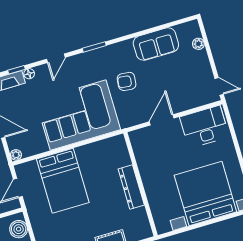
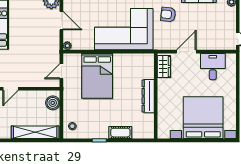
desk: (204, 127) -> (213, 67), width x0.73
wardrobe: (140, 146) -> (164, 67), added

